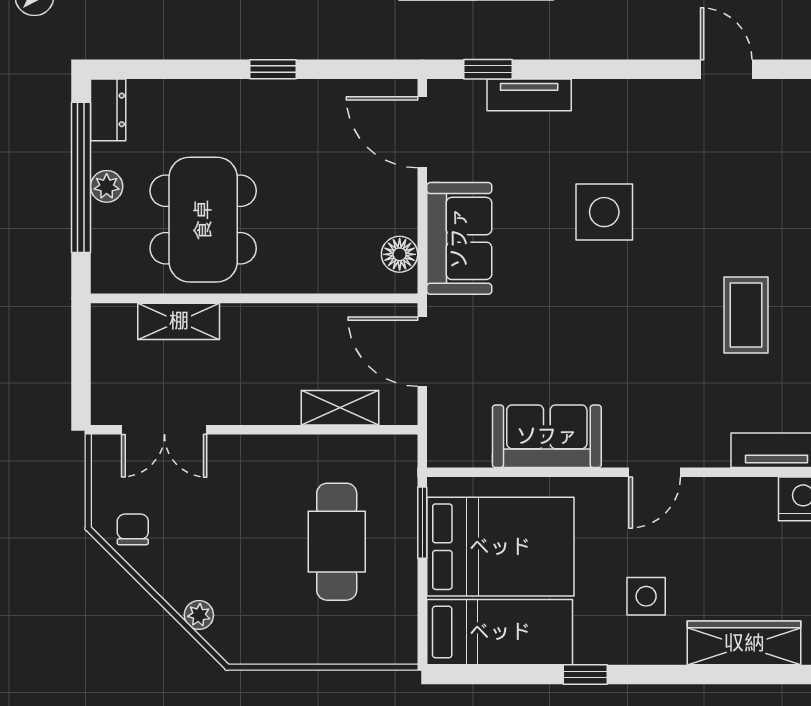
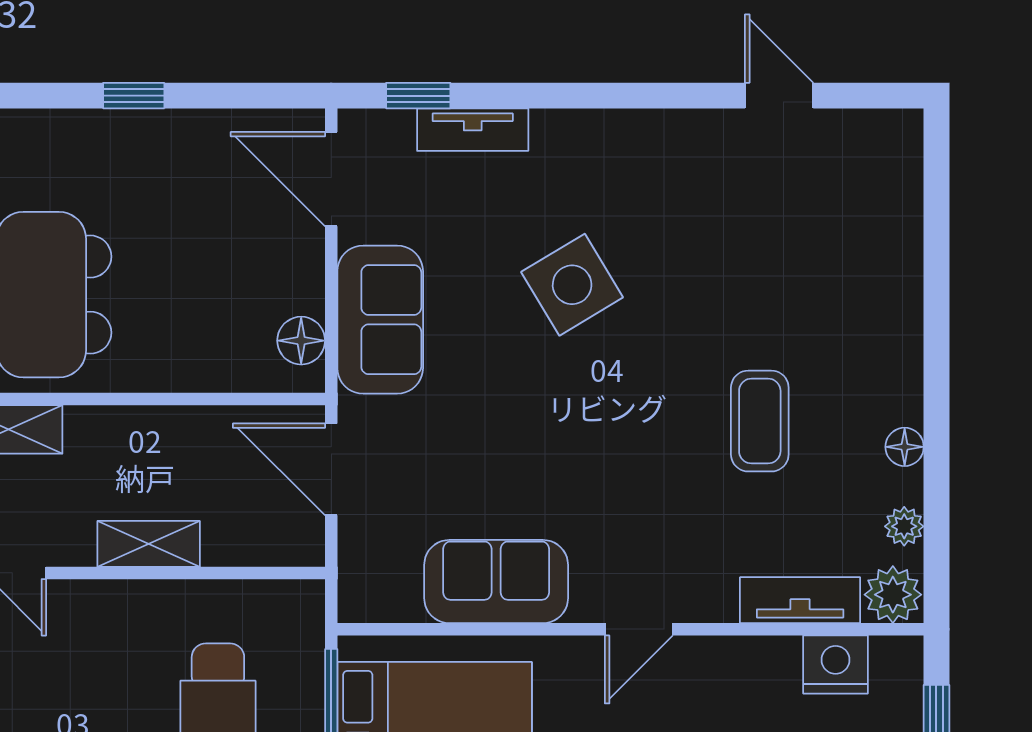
door: (726, 69) -> (779, 96), moved
side table: (604, 212) -> (572, 285), turned -31
shelving: (340, 408) -> (149, 544), moved

